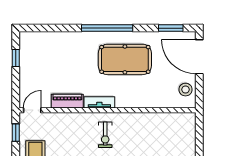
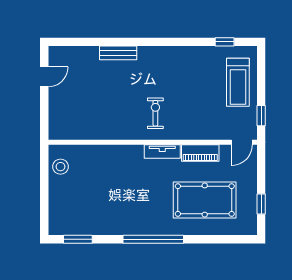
door: (199, 57) -> (44, 205), removed
pool table: (125, 59) -> (205, 200), moved

